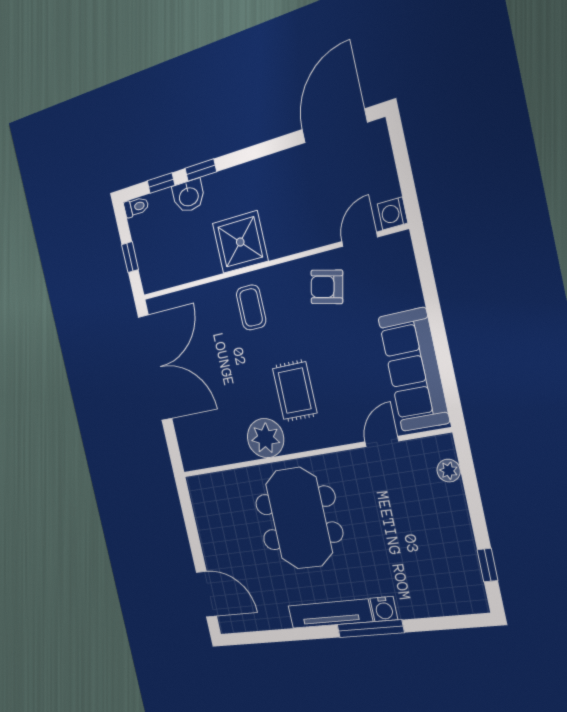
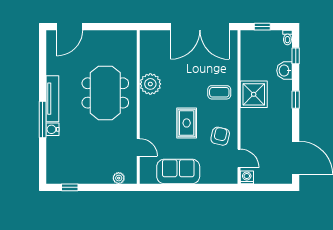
window: (201, 170) -> (296, 100), moved
sofa: (414, 370) -> (178, 171), width x0.73
rug: (295, 391) -> (187, 123), moved, turned 90
meeting table: (299, 518) -> (105, 93), turned 90

